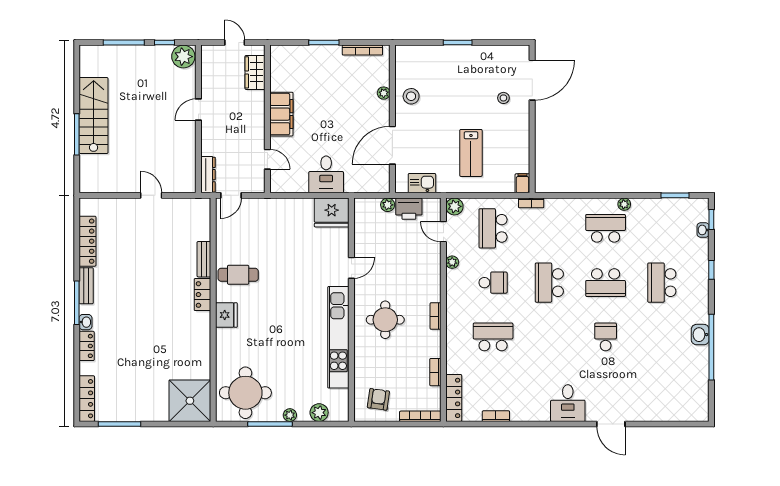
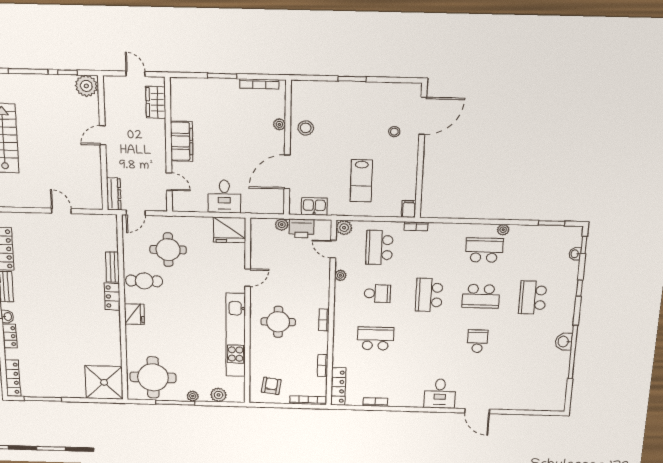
round table: (265, 237) -> (168, 250), added

